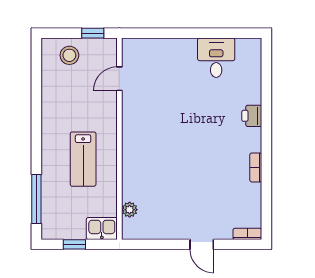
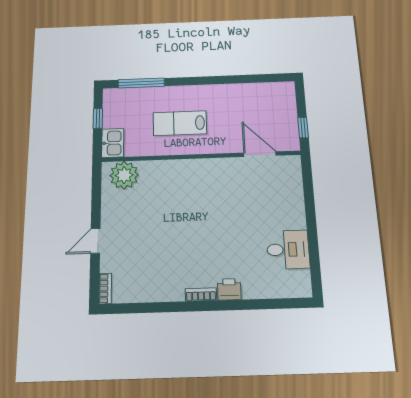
stool: (69, 55) -> (280, 107), removed
door: (119, 79) -> (260, 154), width x1.38
bookcase: (256, 167) -> (201, 295), moved
plant: (130, 210) -> (124, 175), width x1.87, depth x1.87

